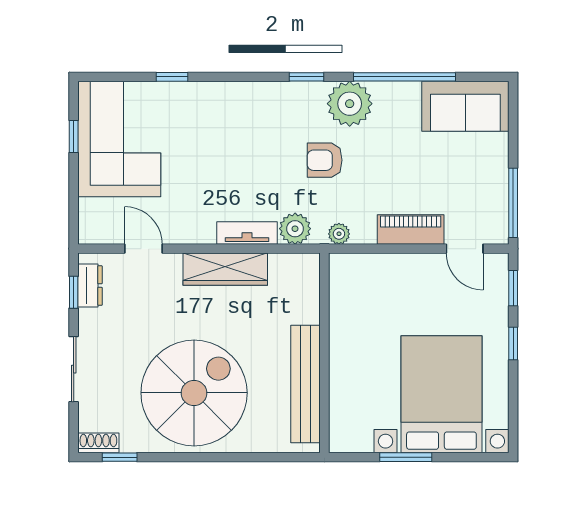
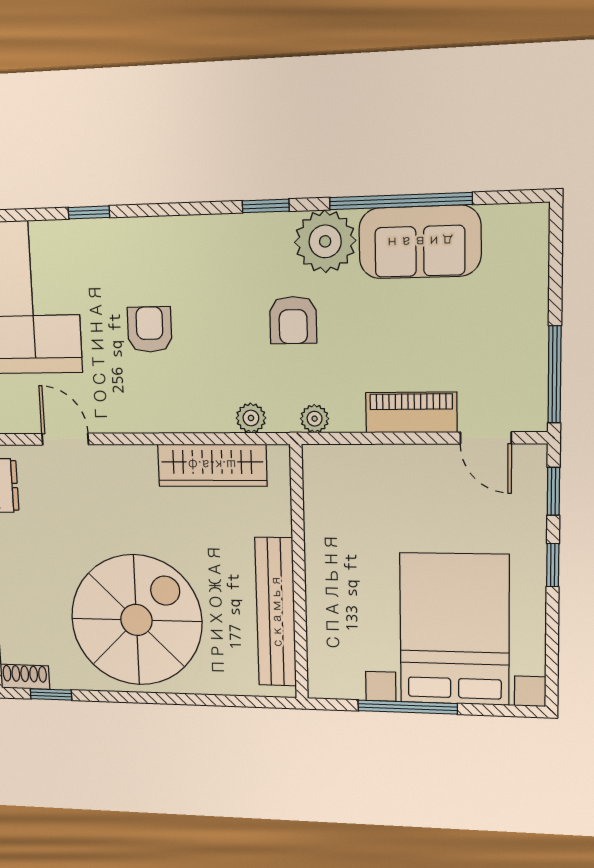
sofa: (465, 106) -> (420, 242), moved
armchair: (325, 160) -> (293, 320), turned -90
armchair: (215, 165) -> (150, 329), added
plant: (295, 229) -> (251, 418), width x0.73, depth x0.73
tv unit: (247, 233) -> (194, 418), removed
wardrobe: (225, 269) -> (212, 465), moved
window: (406, 457) -> (407, 707), width x1.44

